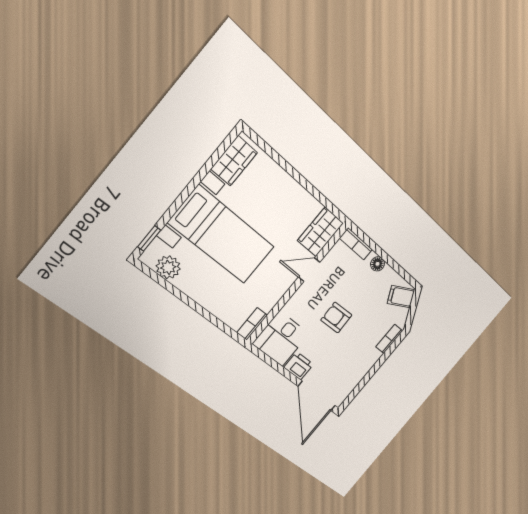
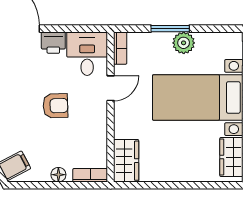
plant: (168, 267) -> (184, 43), moved
door: (309, 270) -> (111, 88), moved
window: (199, 309) -> (170, 29), added

